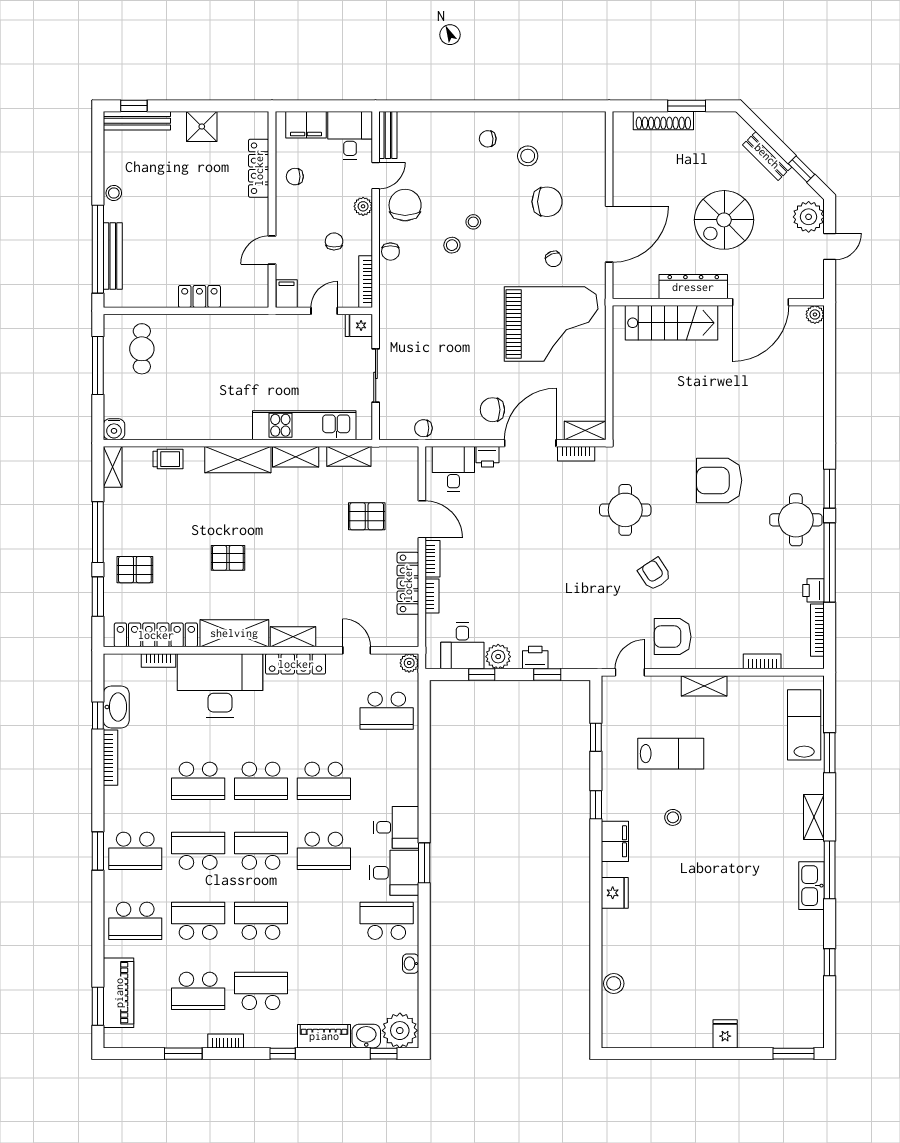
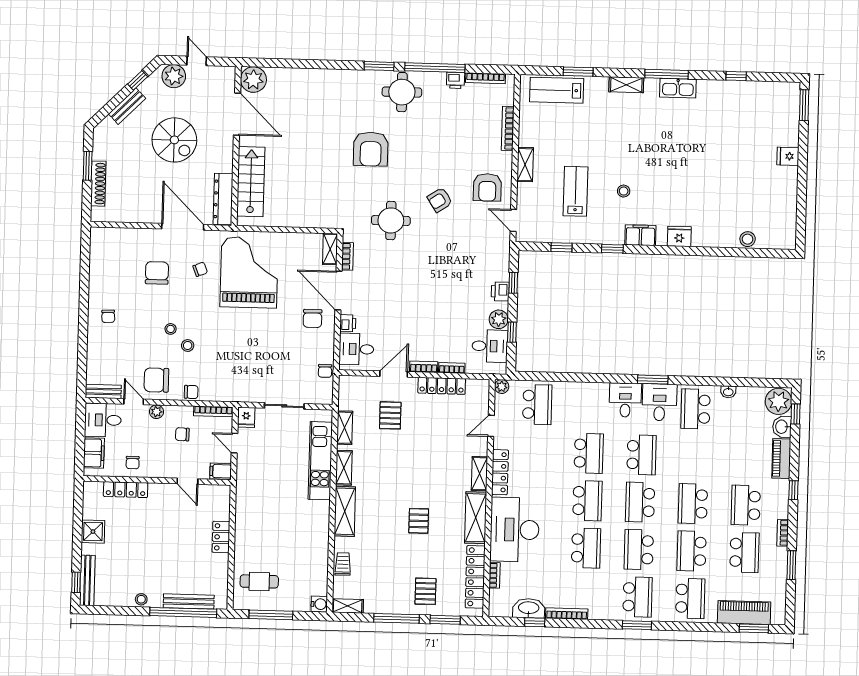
stool: (528, 156) -> (122, 287), removed
dresser: (693, 287) -> (223, 199), moved
plant: (815, 314) -> (253, 80), width x1.87, depth x1.87
bookcase: (762, 661) -> (508, 128), width x1.56

